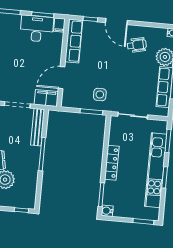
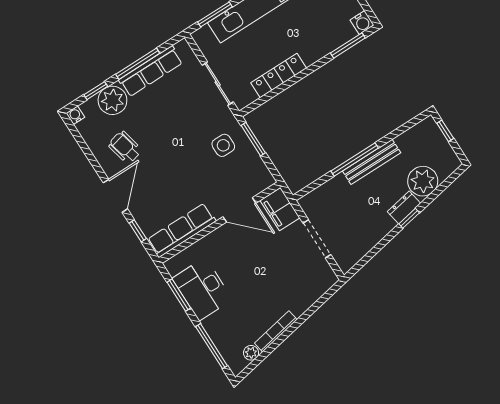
filing cabinet: (59, 25) -> (176, 264), removed
bench: (38, 127) -> (372, 162), moved
locker: (112, 163) -> (279, 75), moved

